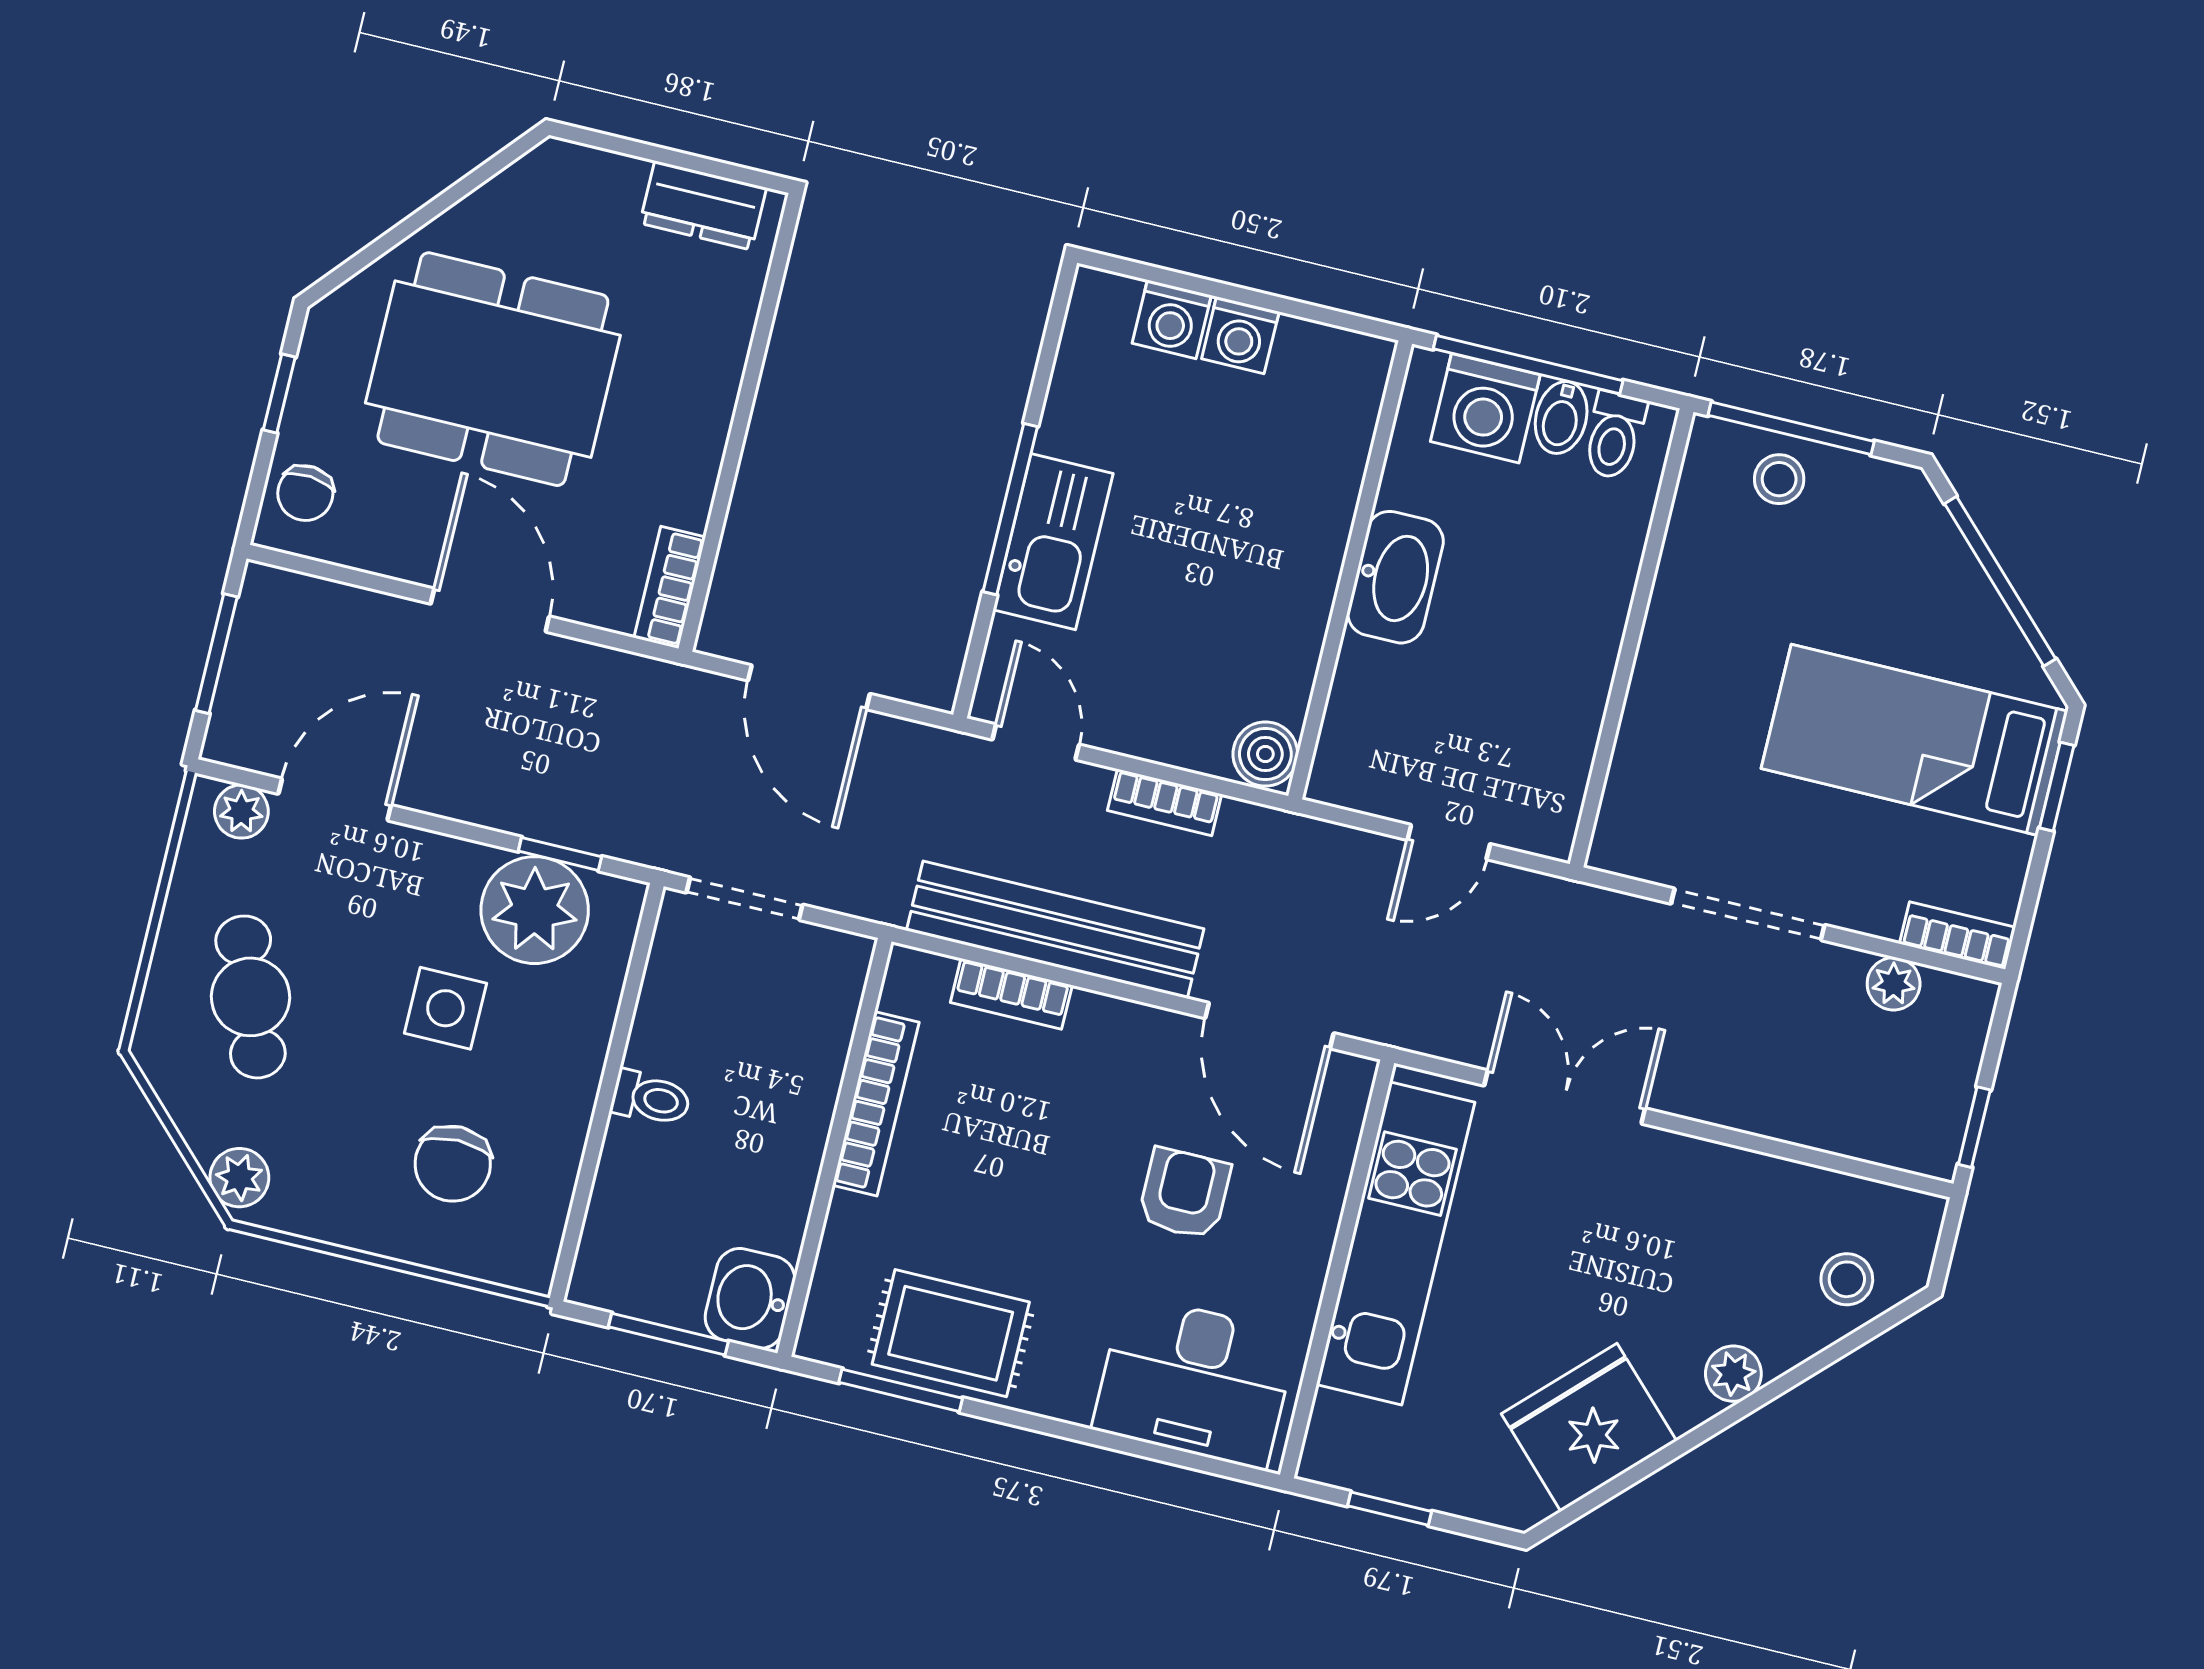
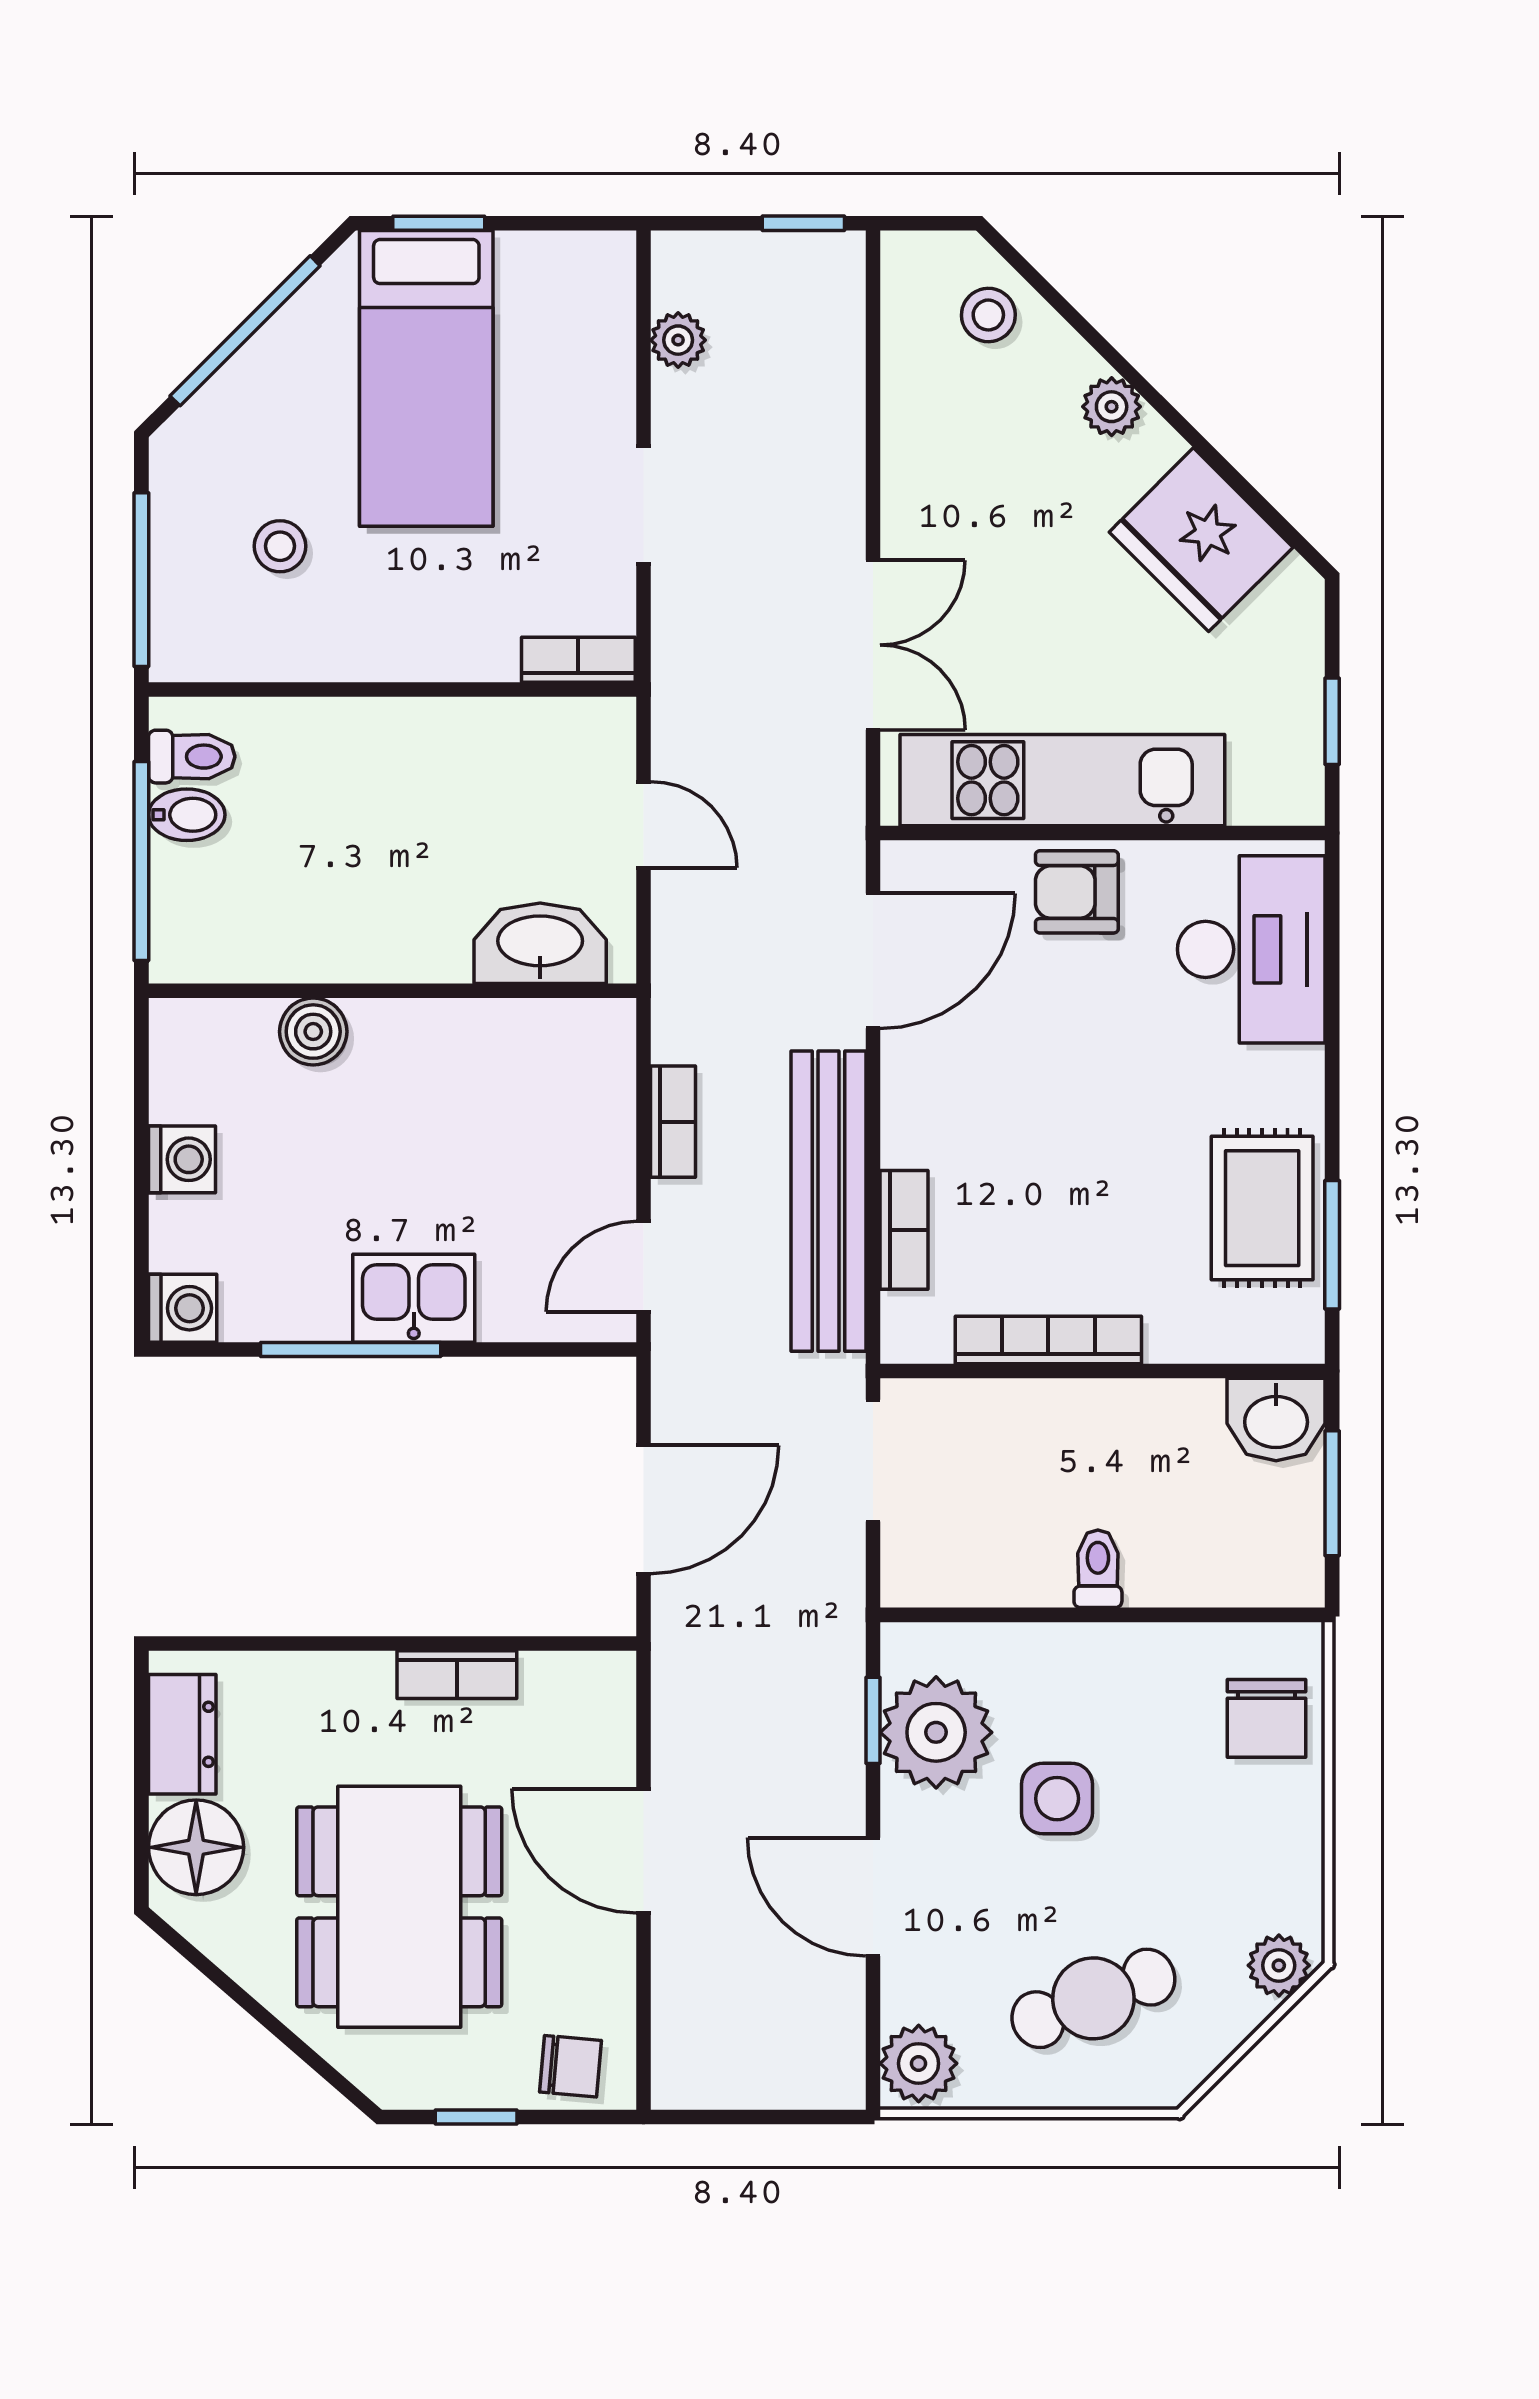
floor lamp: (594, 193) -> (196, 1847), added
washing machine: (1172, 319) -> (183, 1308), moved
washing machine: (1485, 408) -> (196, 894), removed
stool: (1779, 479) -> (280, 546), moved
window: (1010, 509) -> (351, 1349), moved
kitchen sink: (1053, 542) -> (414, 1298), width x0.73
washbasin: (1395, 577) -> (540, 943), moved
bookcase: (670, 587) -> (457, 1675), moved
door: (490, 610) -> (644, 1851), hinge flipped
window: (216, 654) -> (754, 2117), removed
boiler: (1265, 754) -> (313, 1032), moved
door: (335, 799) -> (873, 1897), moved
plant: (241, 812) -> (919, 2063), width x1.38, depth x1.38
doorway: (745, 899) -> (873, 1461), moved
doorway: (1748, 914) -> (644, 505), width x0.73
bookcase: (1958, 936) -> (578, 660), moved, turned 90
double door: (1565, 1097) -> (873, 645), swing flipped
chair: (453, 1164) -> (1266, 1718), moved, turned 90
armchair: (1184, 1194) -> (1077, 892), moved

